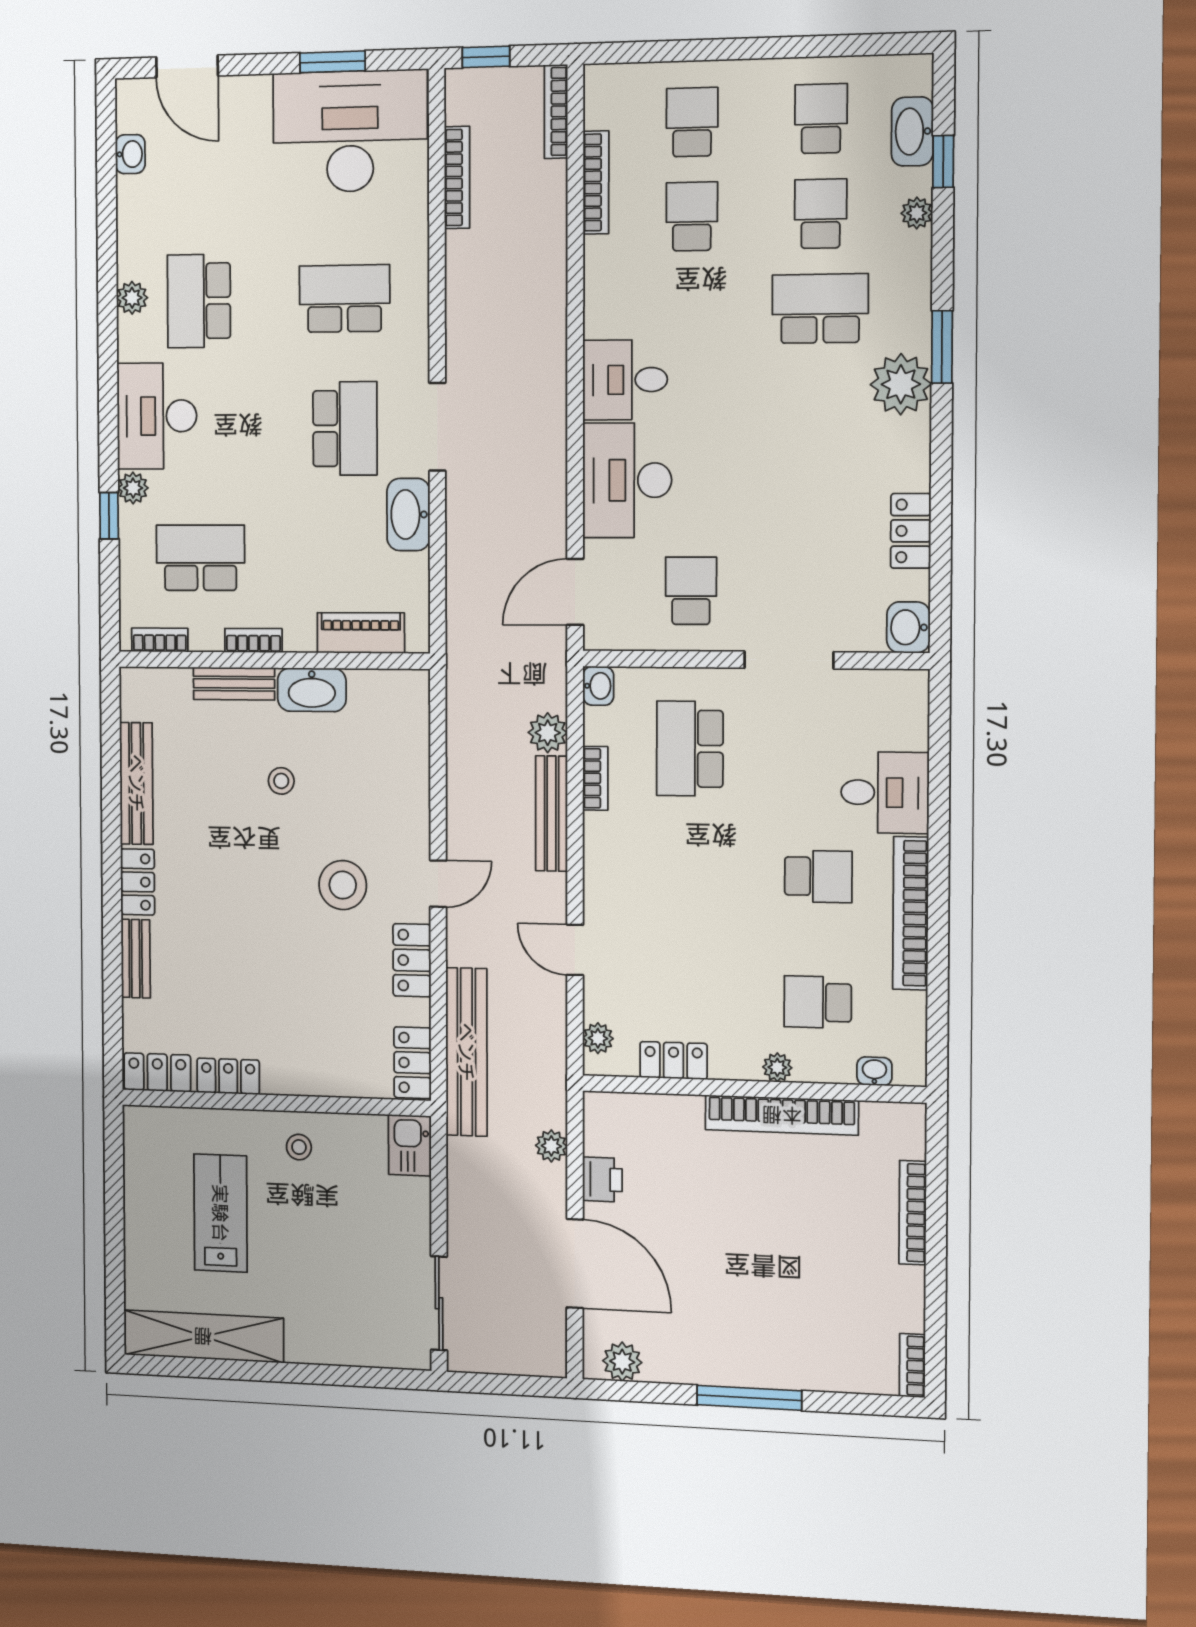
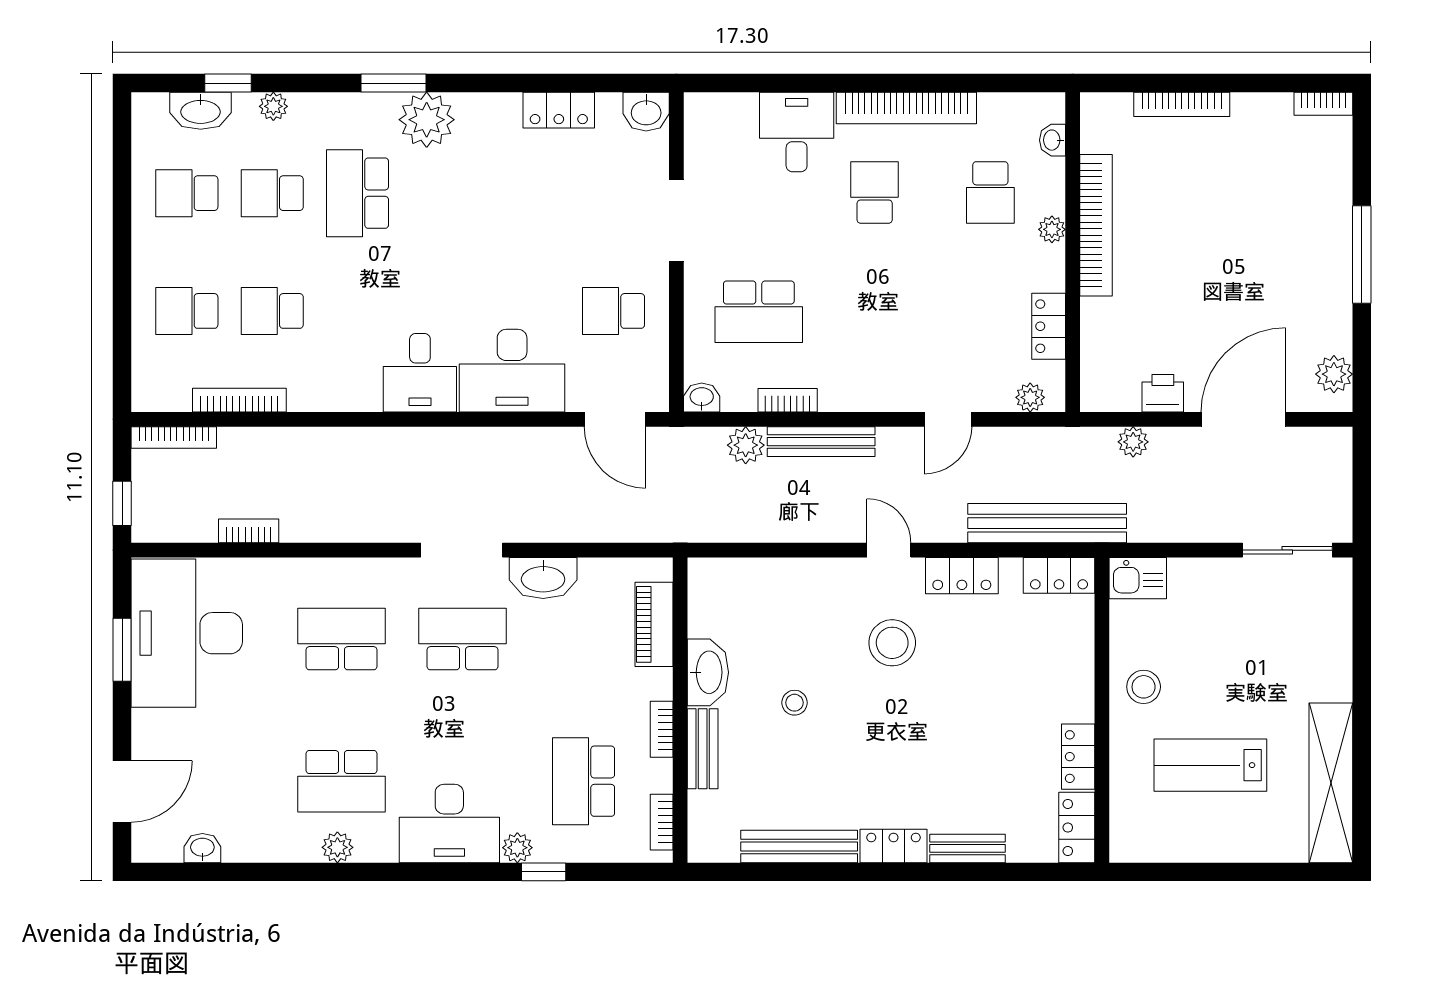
bookcase: (457, 177) -> (249, 531), width x0.64
school desk: (344, 299) -> (341, 639), turned 90
stool: (299, 1147) -> (1144, 687), width x1.37, depth x1.37

